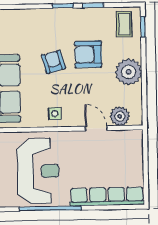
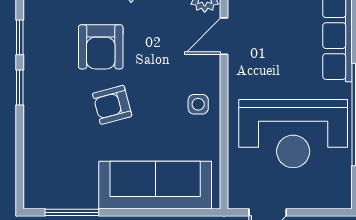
reception desk: (38, 171) -> (293, 134), turned 180

